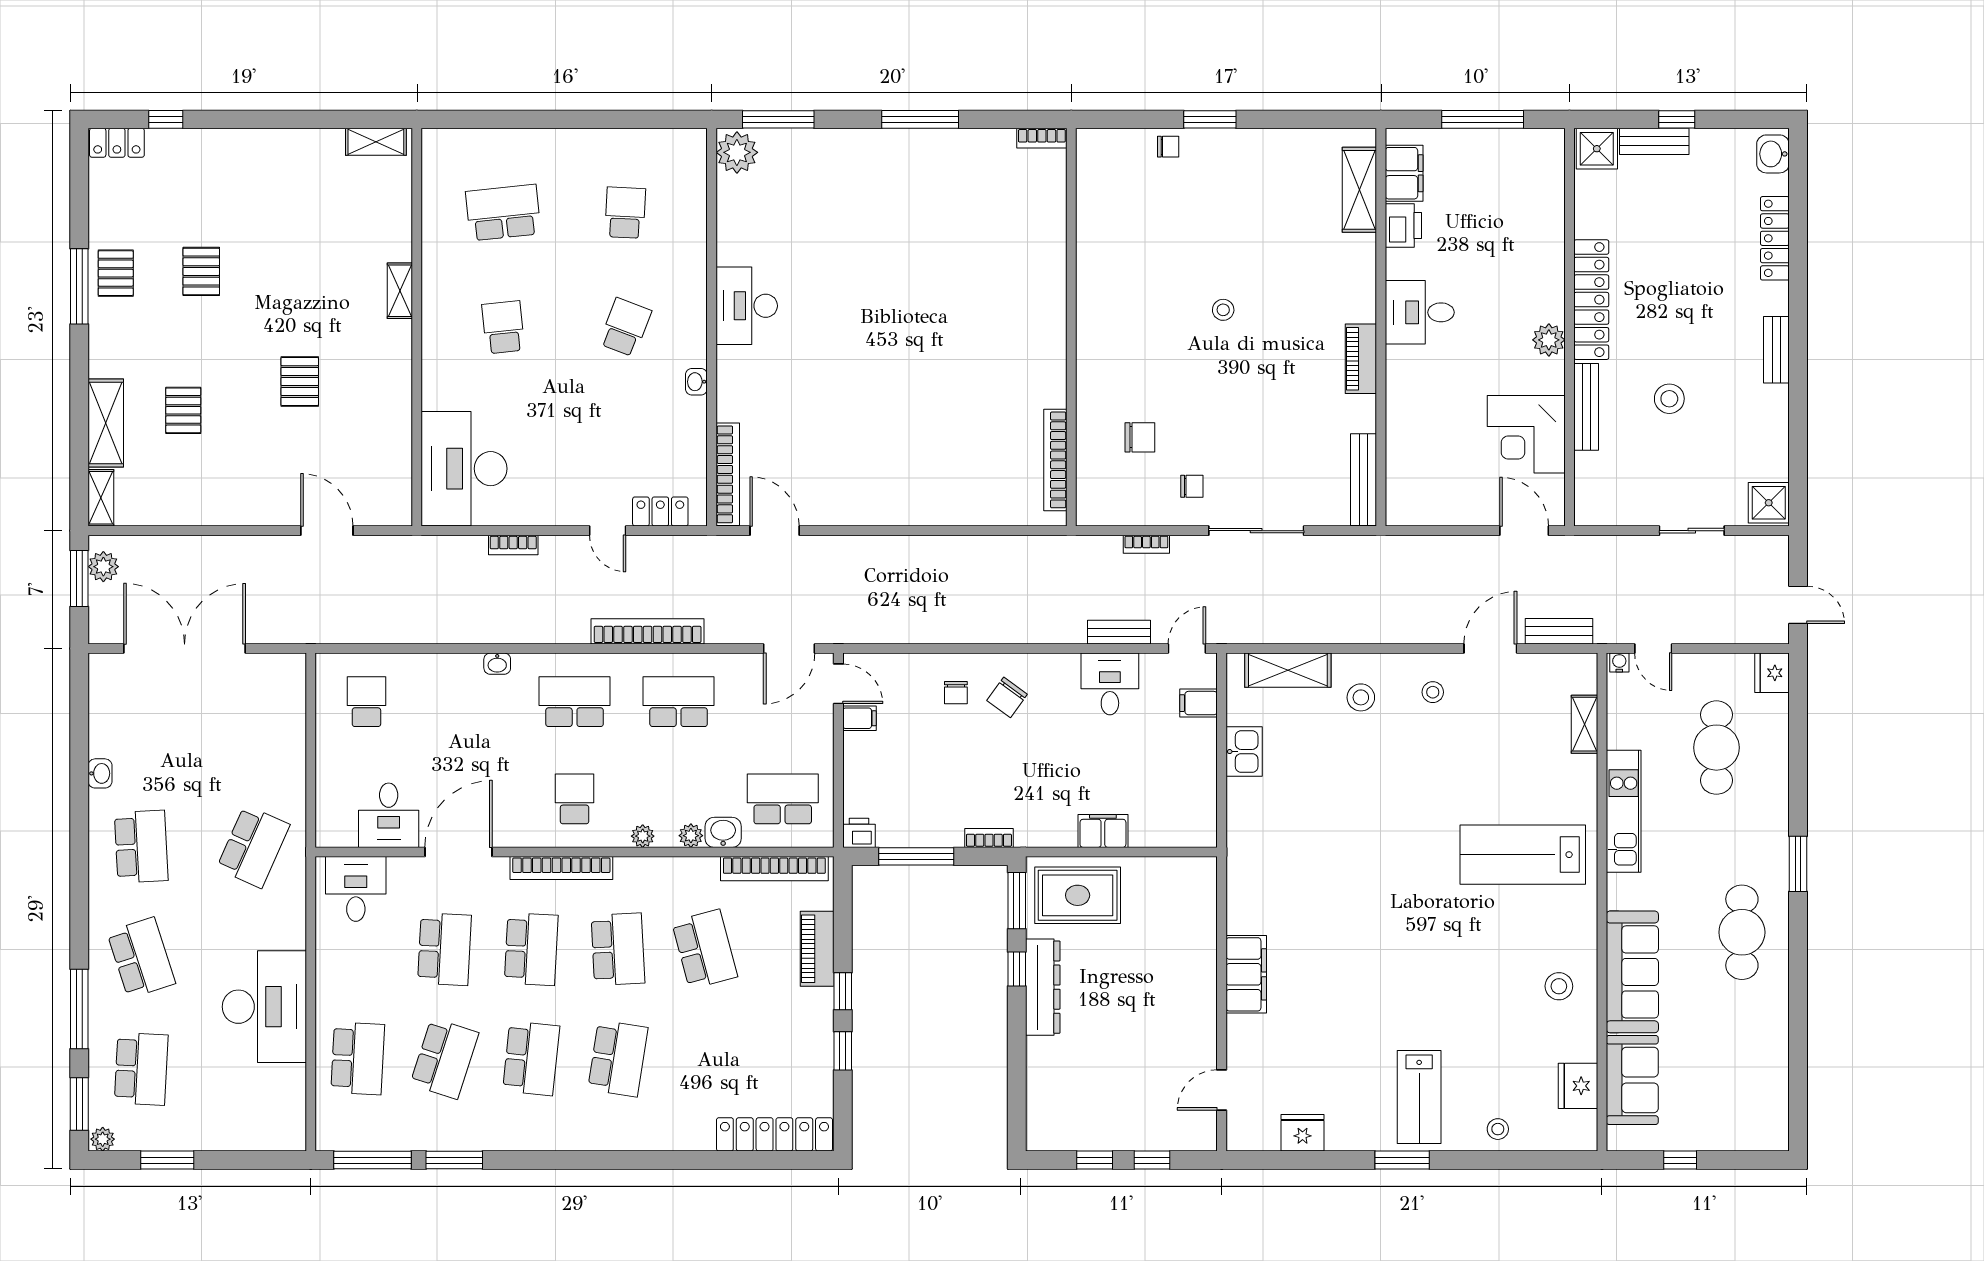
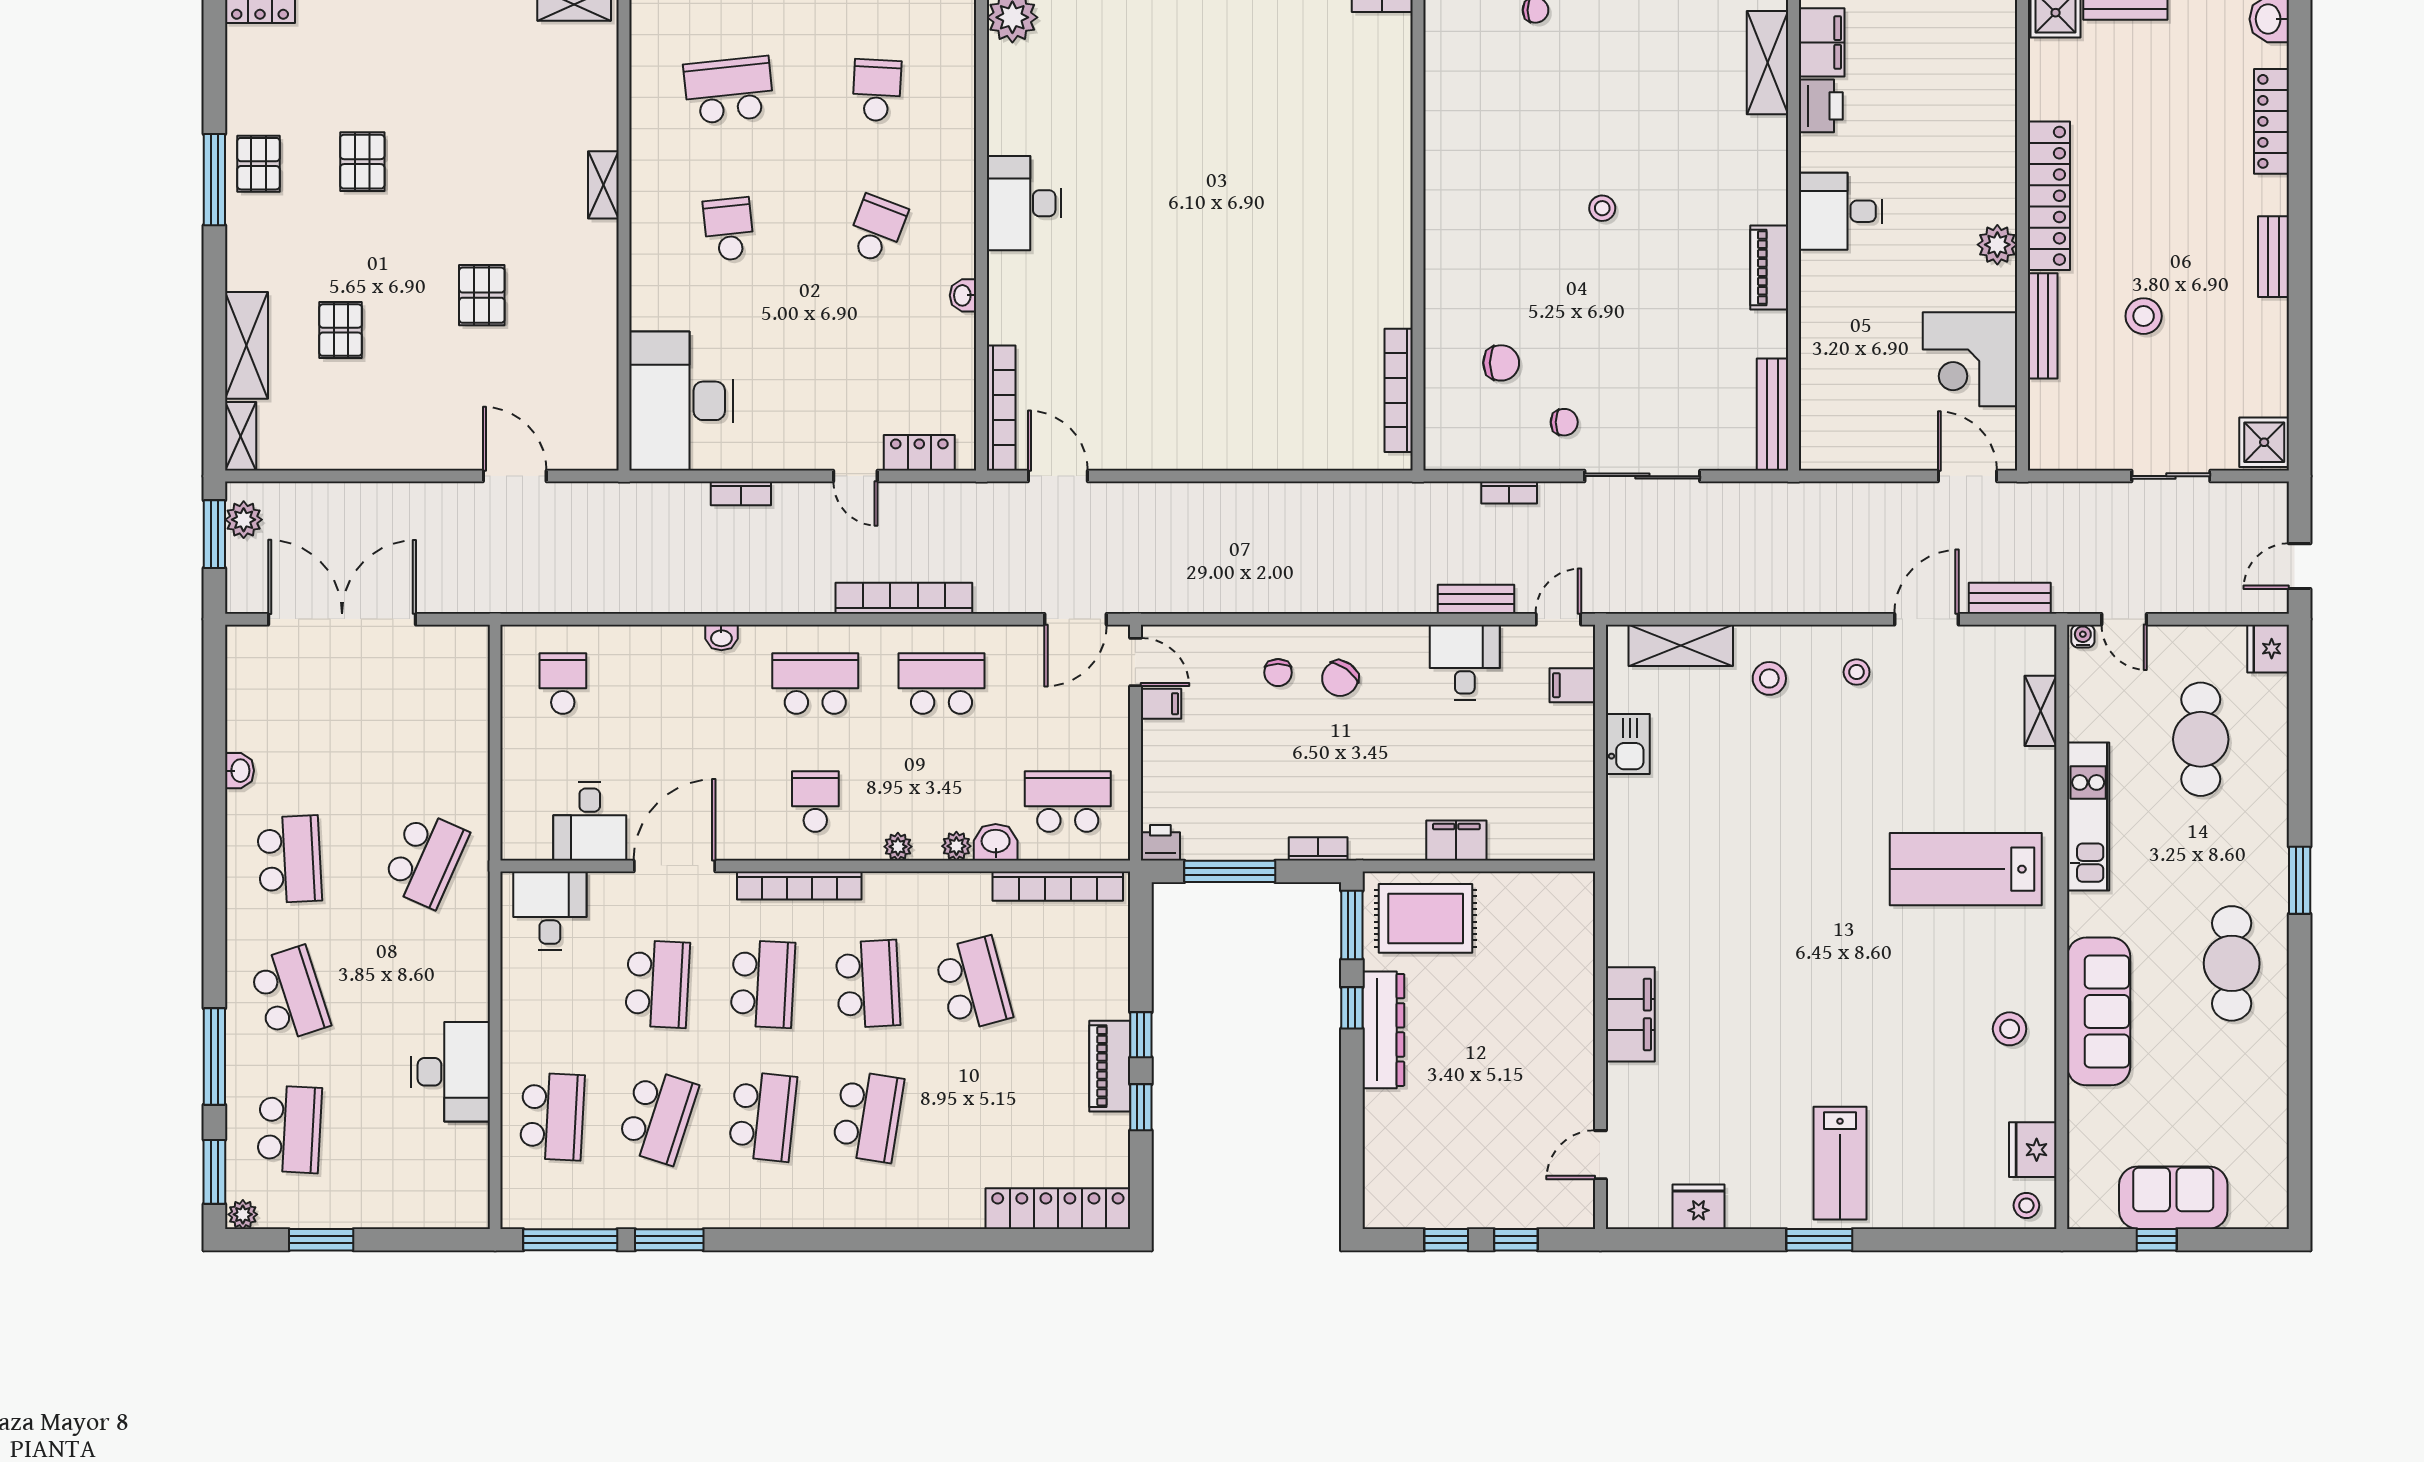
door: (1798, 605) -> (2300, 566), swing flipped
piano: (817, 949) -> (1110, 1066), moved
desk: (264, 1007) -> (451, 1072), width x0.73, depth x0.77
sofa: (1632, 1080) -> (2173, 1198), moved, turned -90
stool: (1498, 1129) -> (2026, 1205), moved

